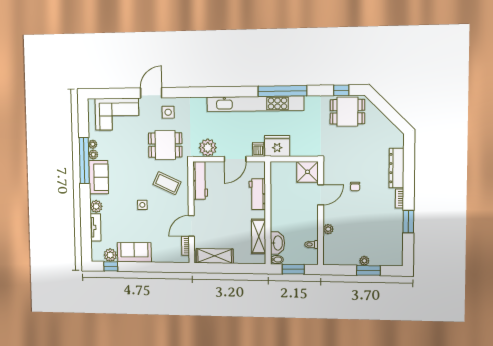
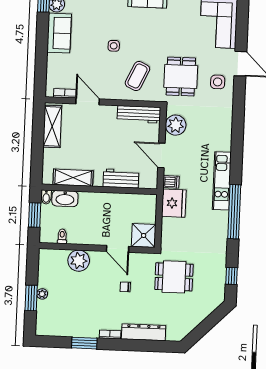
kitchen unit: (255, 104) -> (222, 181), width x0.54
dining table: (347, 112) -> (174, 277), moved, turned 90
plant: (328, 229) -> (79, 261), width x1.87, depth x1.87

